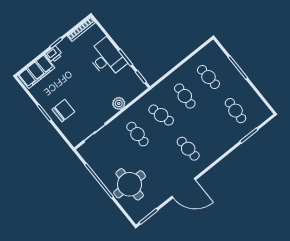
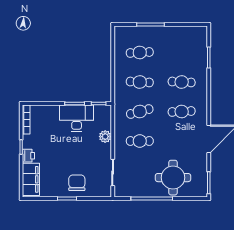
desk: (107, 58) -> (77, 118), moved
cafe table: (235, 111) -> (182, 82), moved

